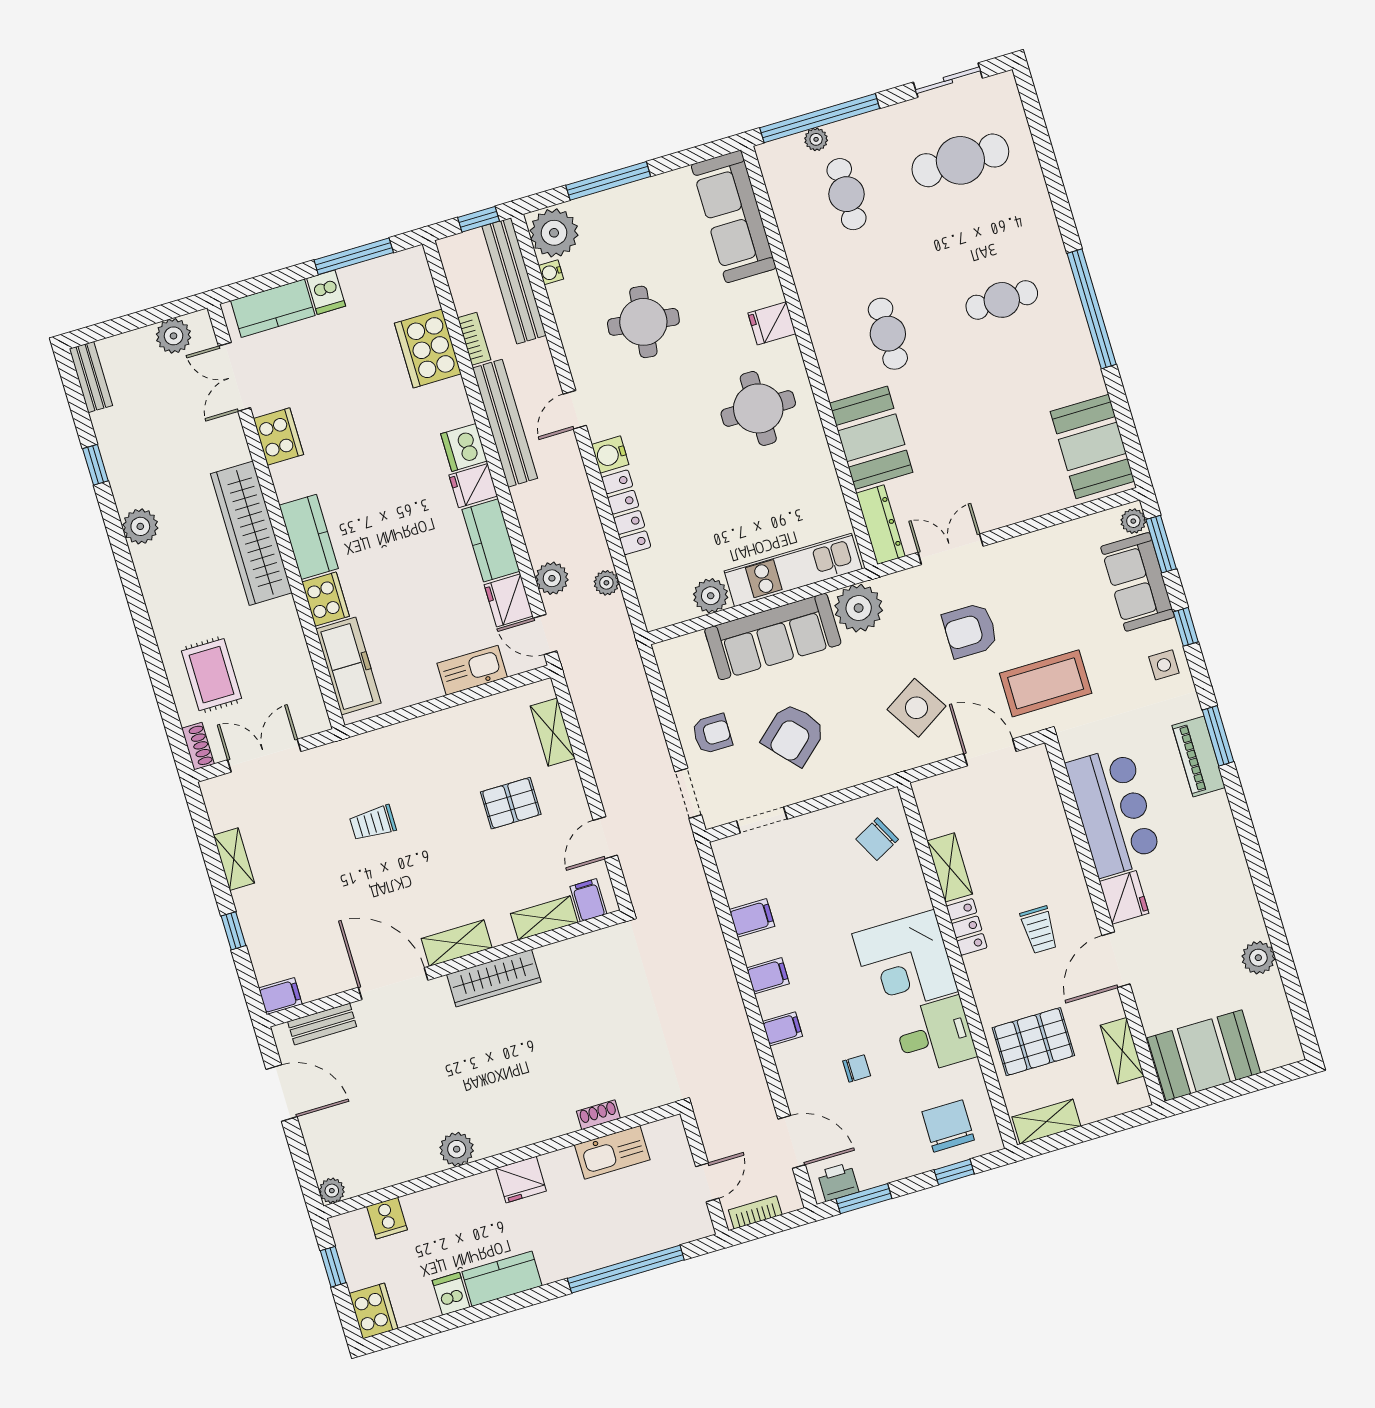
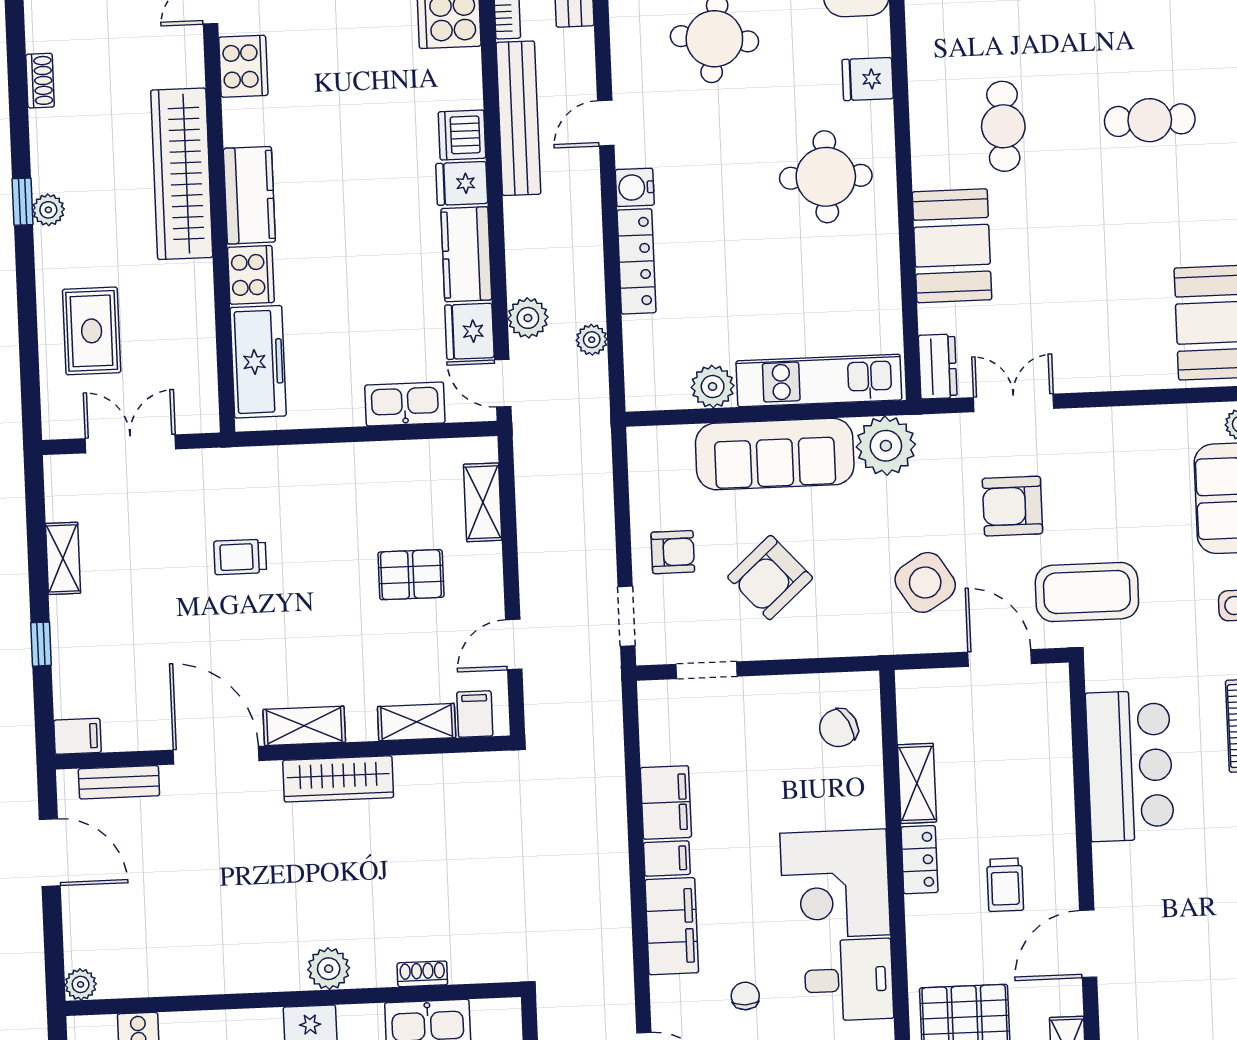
window: (95, 465) -> (23, 202), moved
dresser: (880, 525) -> (938, 367), width x0.70
plant: (140, 526) -> (48, 210), moved, width x0.73, depth x0.73
shoe rack: (198, 746) -> (40, 81), moved
fridge: (1124, 897) -> (1116, 872), removed
filing cabinet: (752, 918) -> (666, 802), width x2.00
filing cabinet: (782, 1029) -> (672, 926), width x3.00, depth x1.17
chair: (857, 1068) -> (745, 996), turned -90
plant: (457, 1149) -> (329, 969), moved

